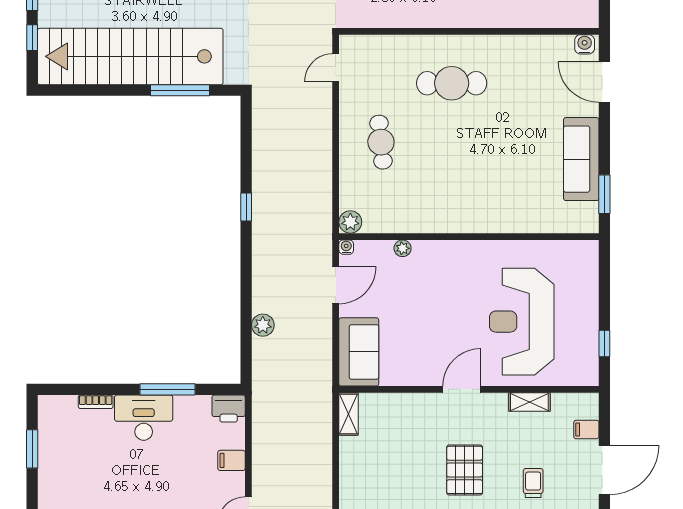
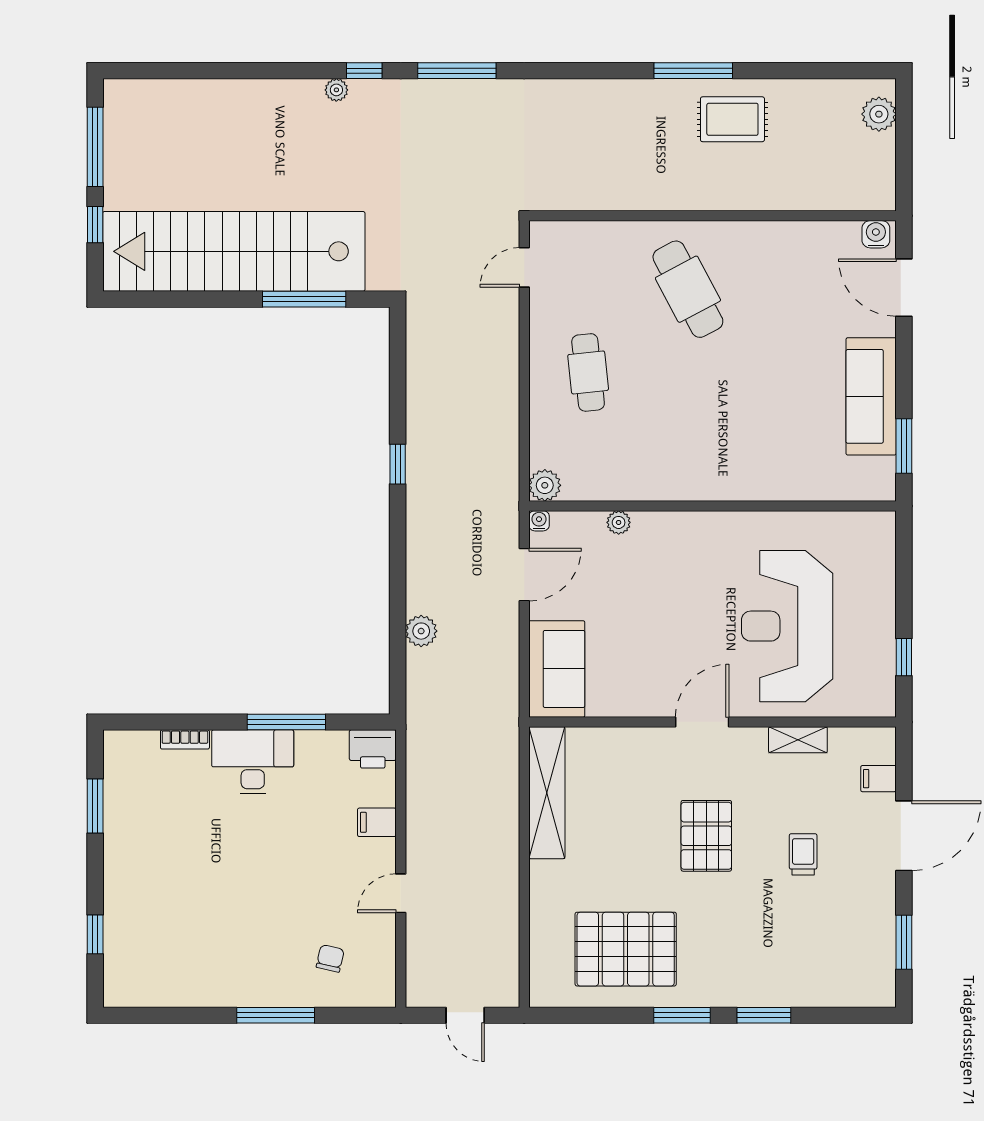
cafe table: (452, 83) -> (688, 289), turned 62
shelving: (349, 414) -> (547, 793), width x2.20, depth x1.33

